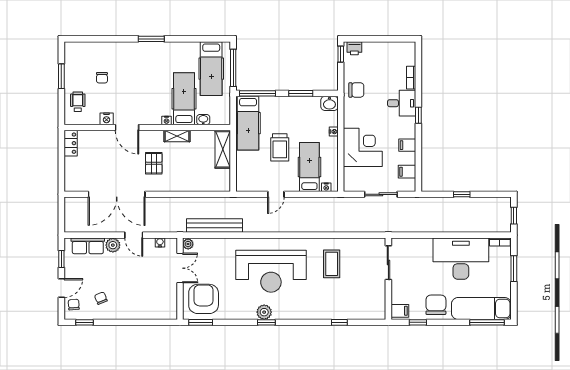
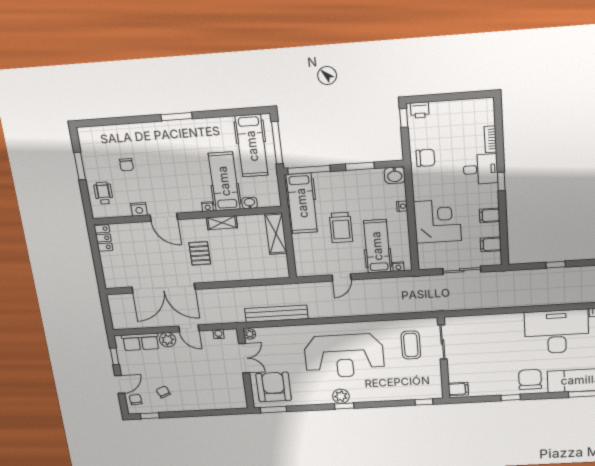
sliding door: (388, 263) -> (442, 342), moved
wall: (388, 279) -> (444, 358), moved
filing cabinet: (400, 311) -> (458, 389), moved

